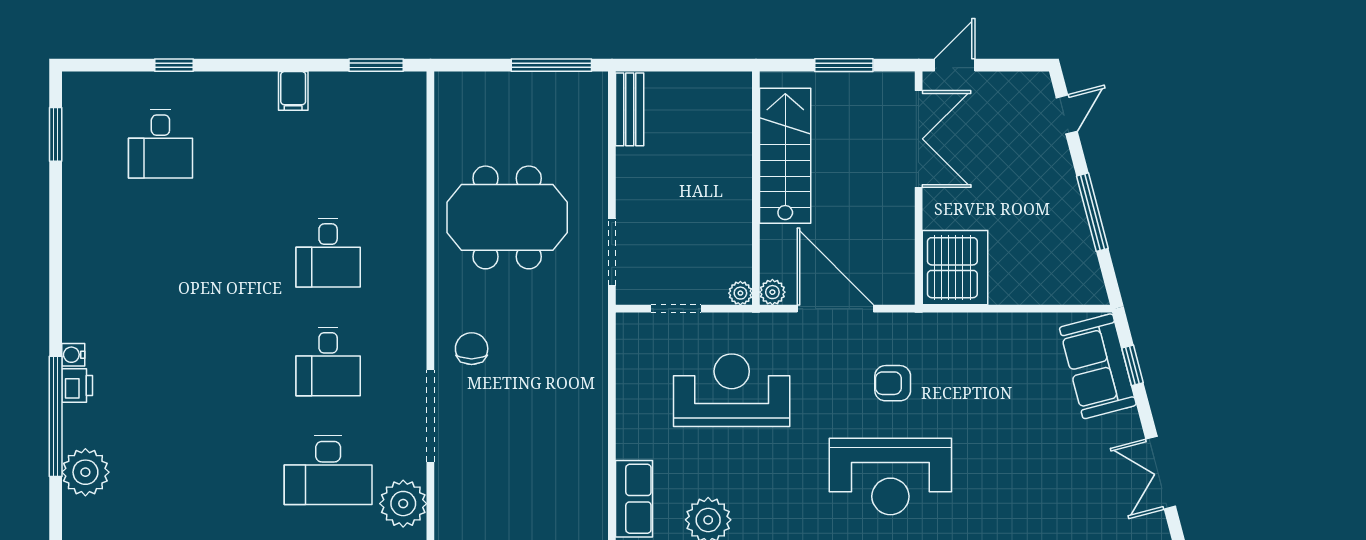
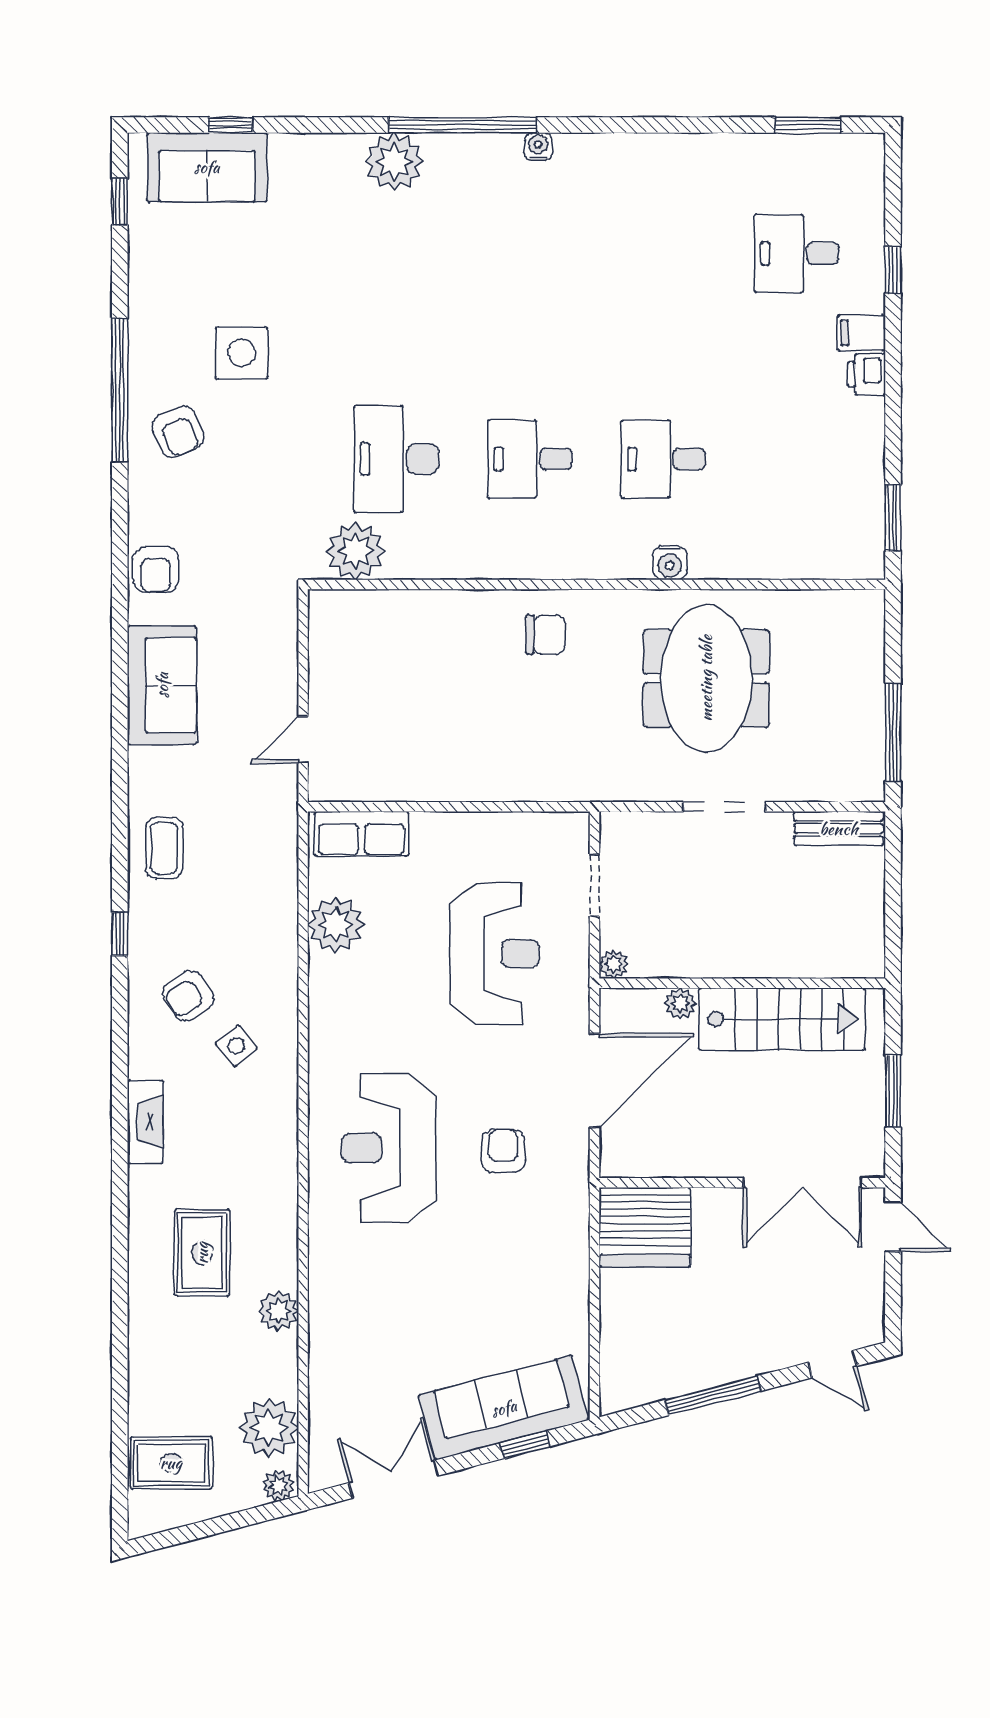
filing cabinet: (293, 91) -> (861, 333), moved
water cooler: (413, 247) -> (670, 563), added
doorway: (612, 252) -> (724, 807), moved
plant: (772, 292) -> (680, 1003), moved
sofa: (1098, 366) -> (504, 1408), width x1.36
printer: (77, 385) -> (866, 374), moved, turned 90
doorway: (430, 416) -> (463, 584), removed

